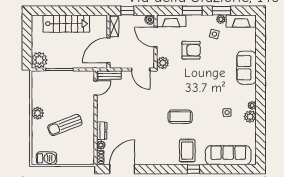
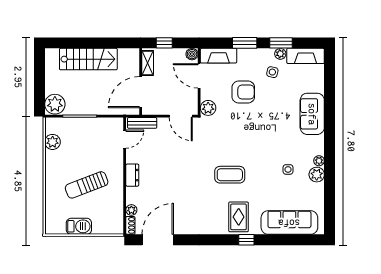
plant: (37, 113) -> (53, 142), moved
dresser: (102, 131) -> (132, 175), moved
barbecue: (47, 158) -> (79, 226), moved

